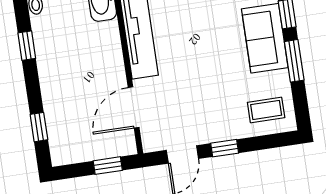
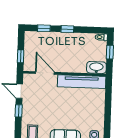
window: (27, 46) -> (67, 29), moved

